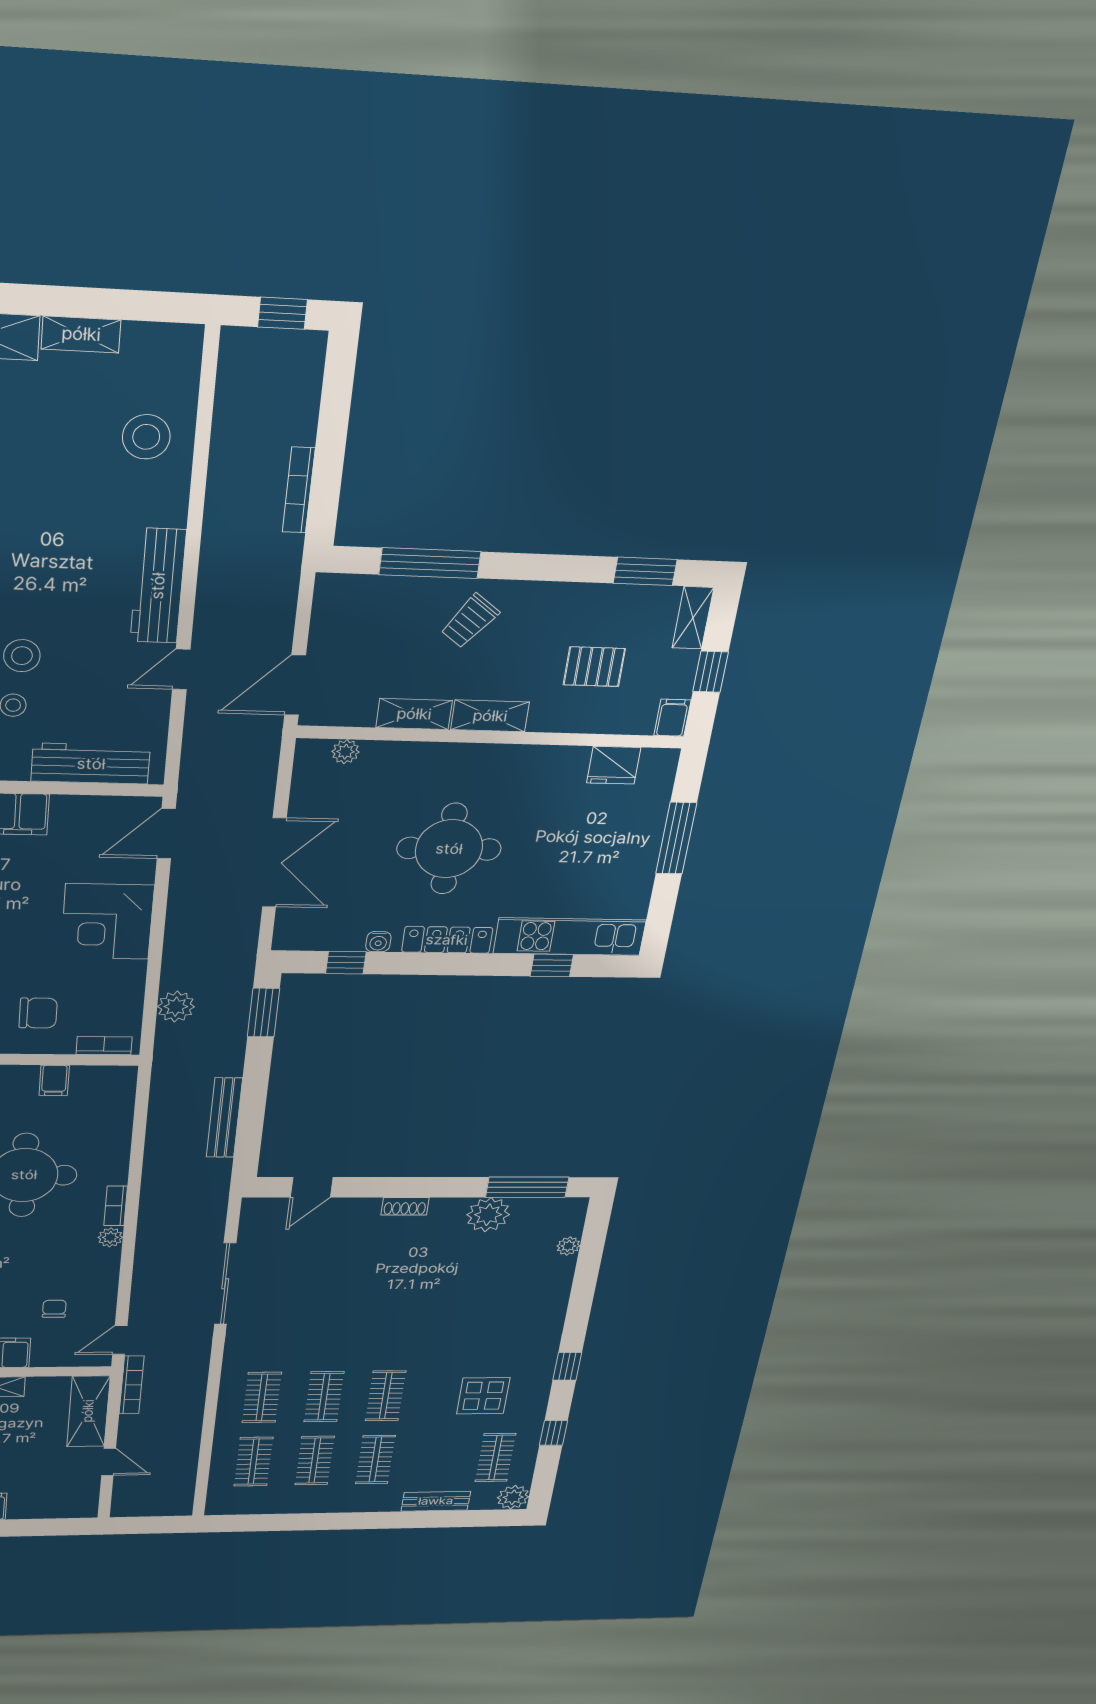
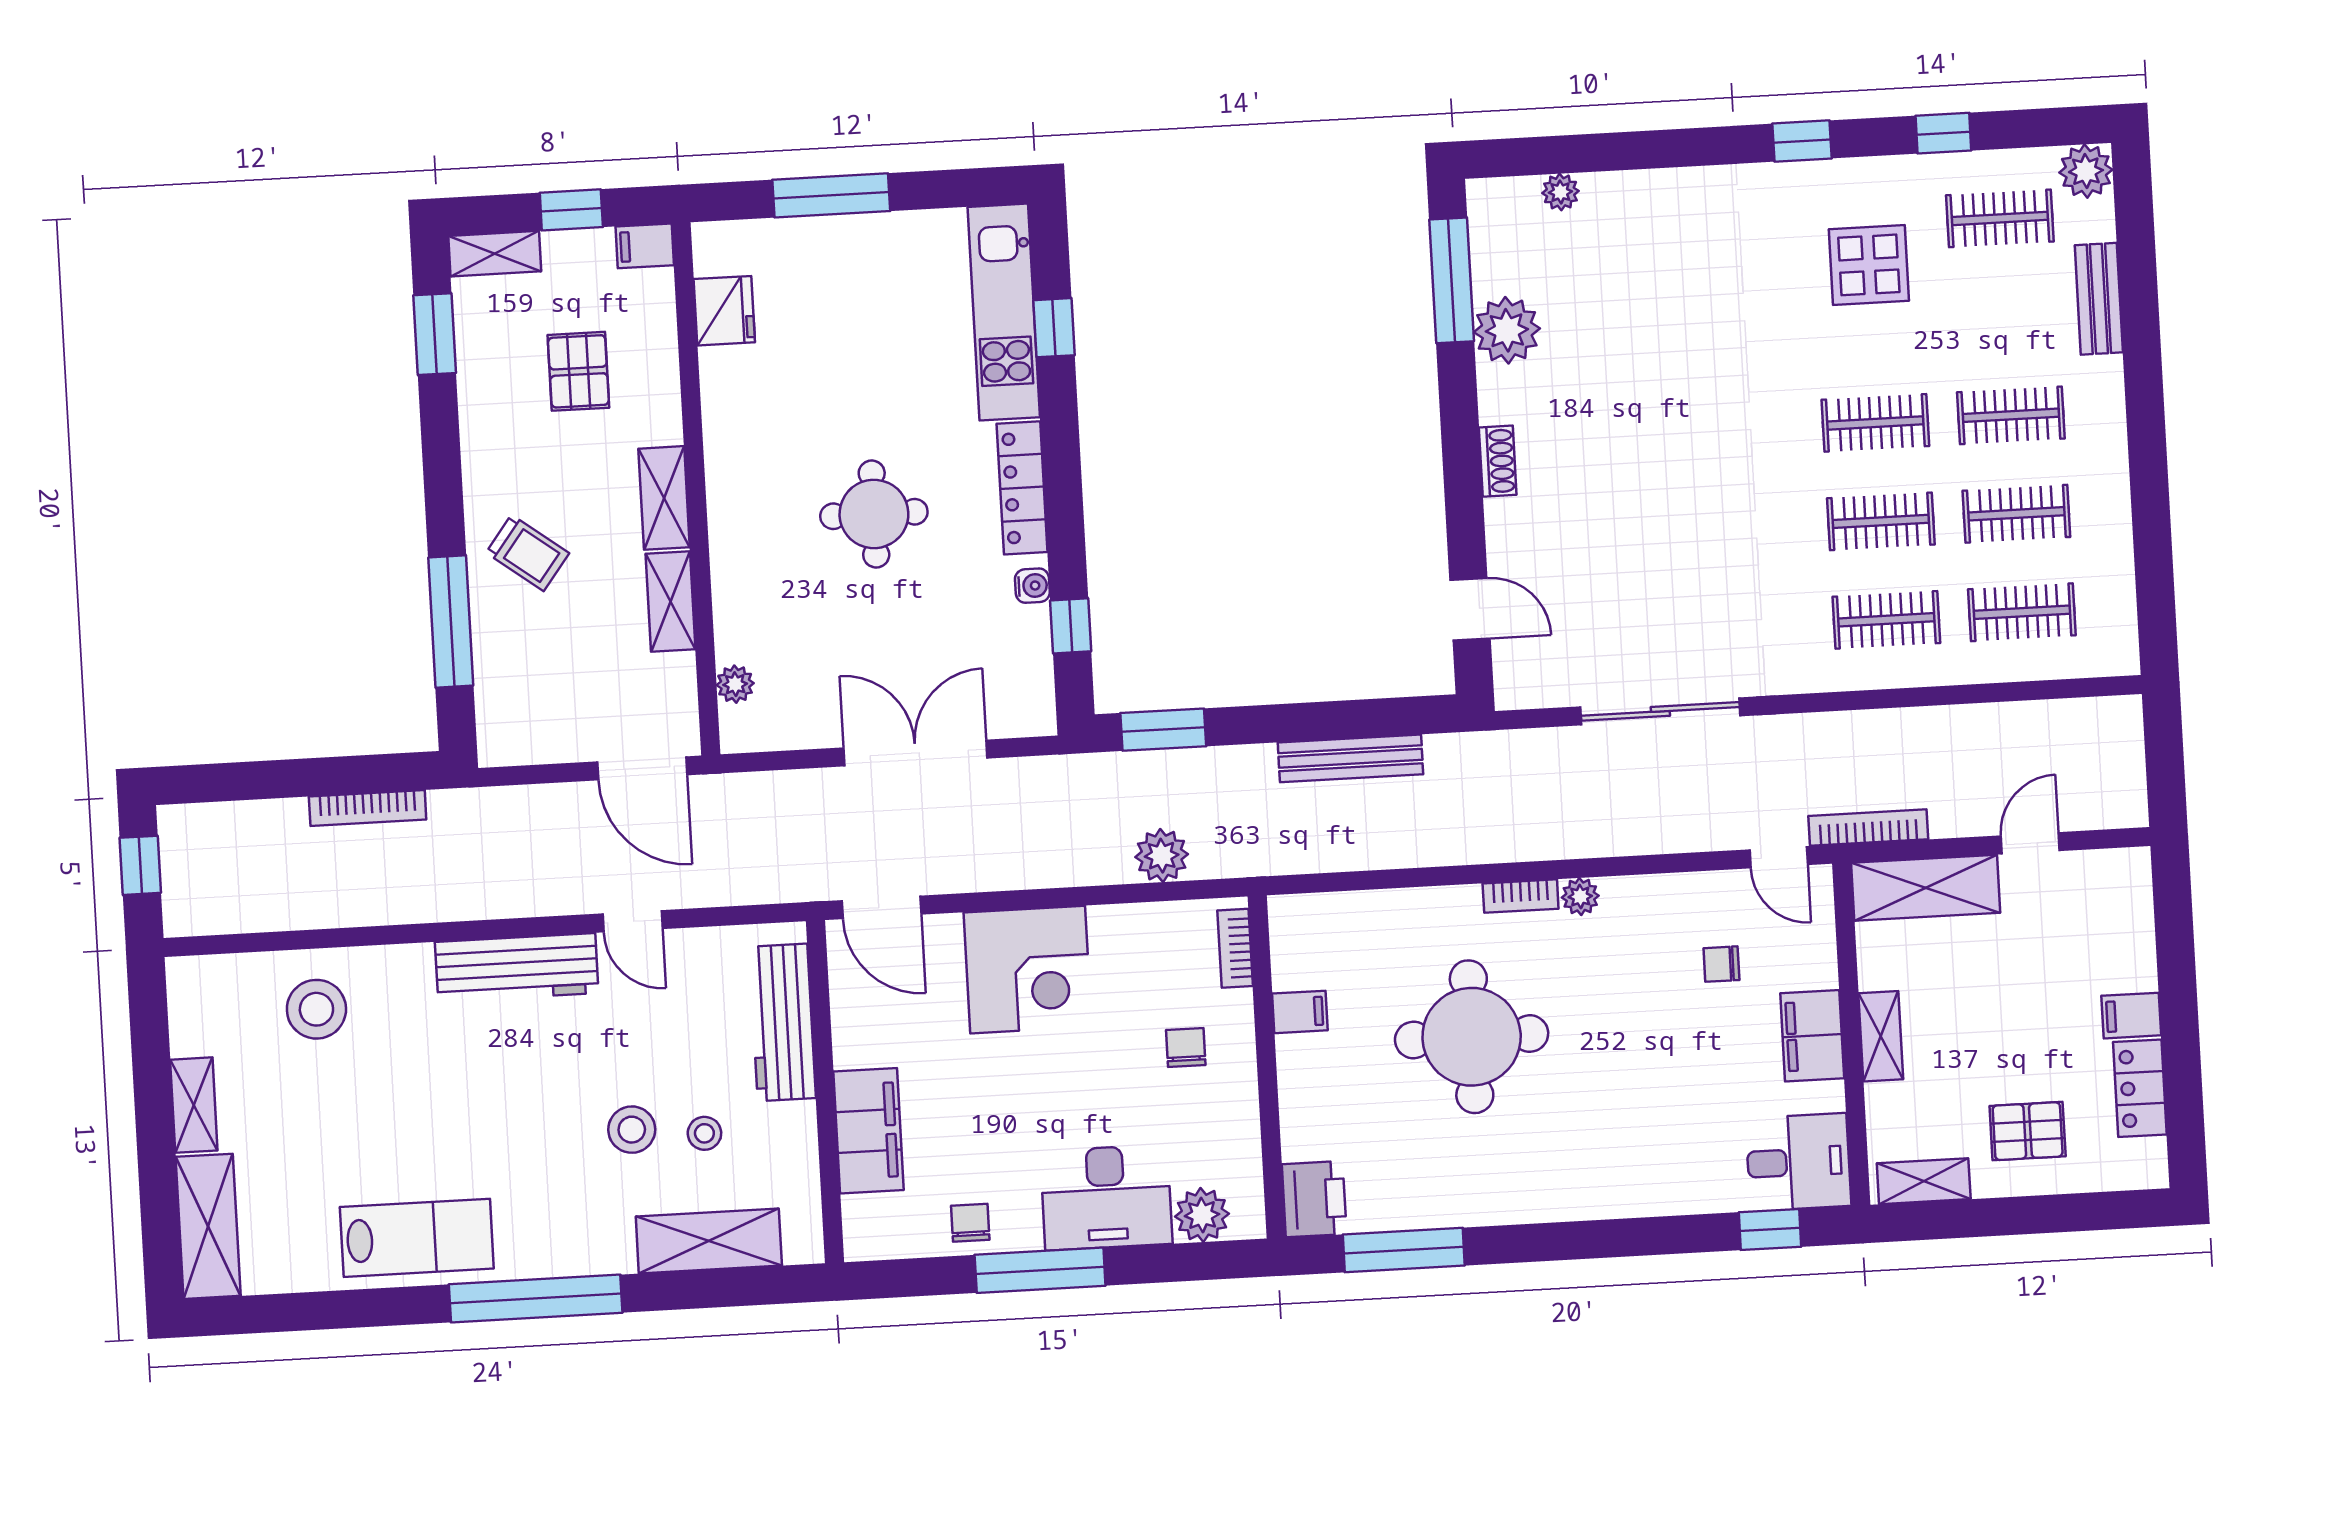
round table: (449, 849) -> (874, 514), width x0.73, depth x0.73
chair: (38, 1013) -> (1186, 1048), width x0.73, depth x0.73

